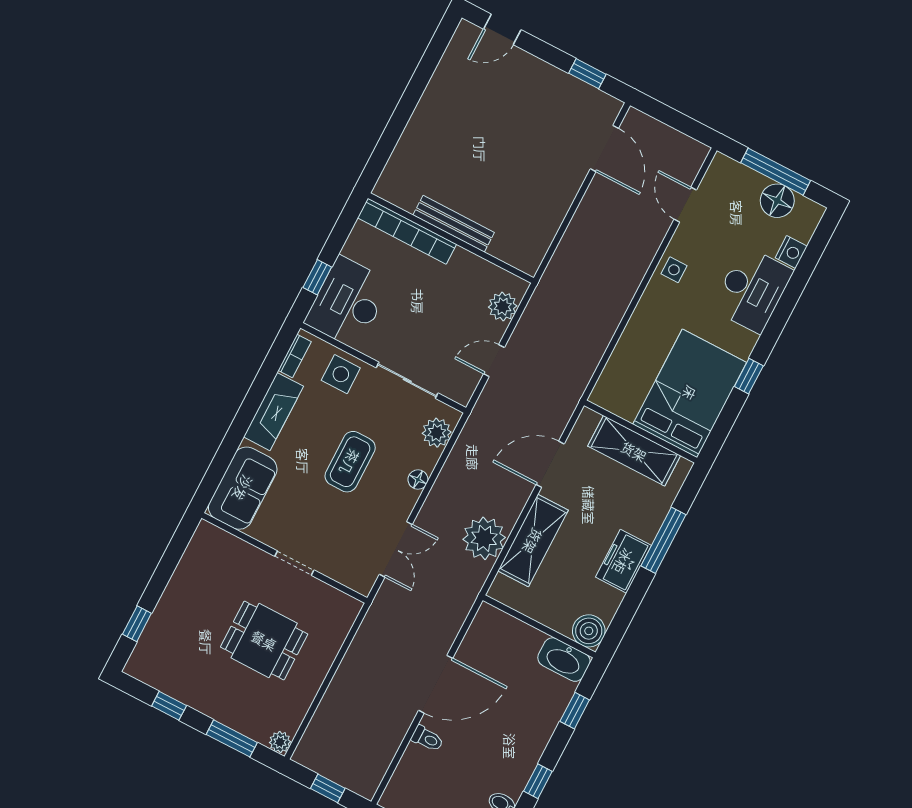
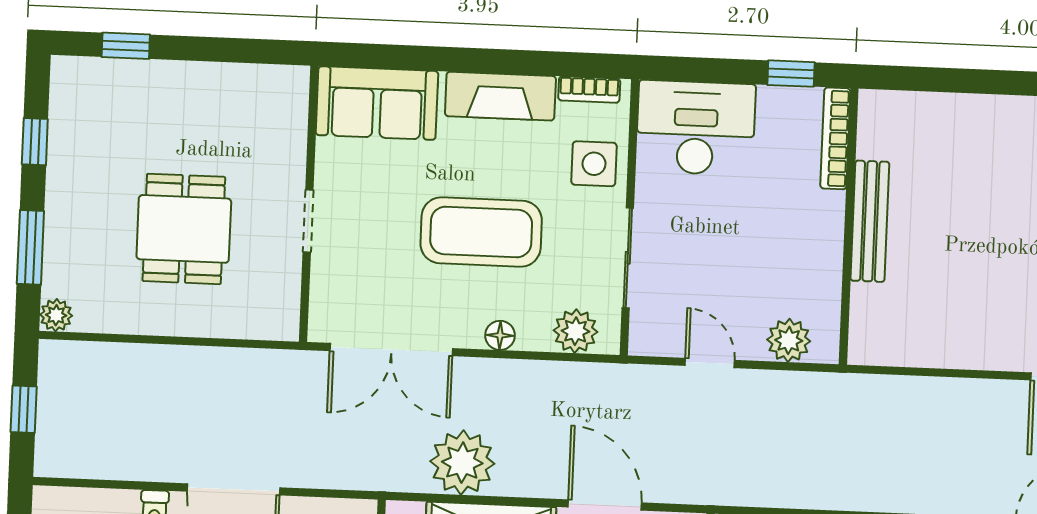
bookcase: (407, 231) -> (835, 138), width x0.68, depth x0.76
window: (317, 277) -> (791, 74), moved
coffee table: (350, 462) -> (481, 232), width x1.36, depth x1.32
double door: (396, 549) -> (391, 350), width x1.37

